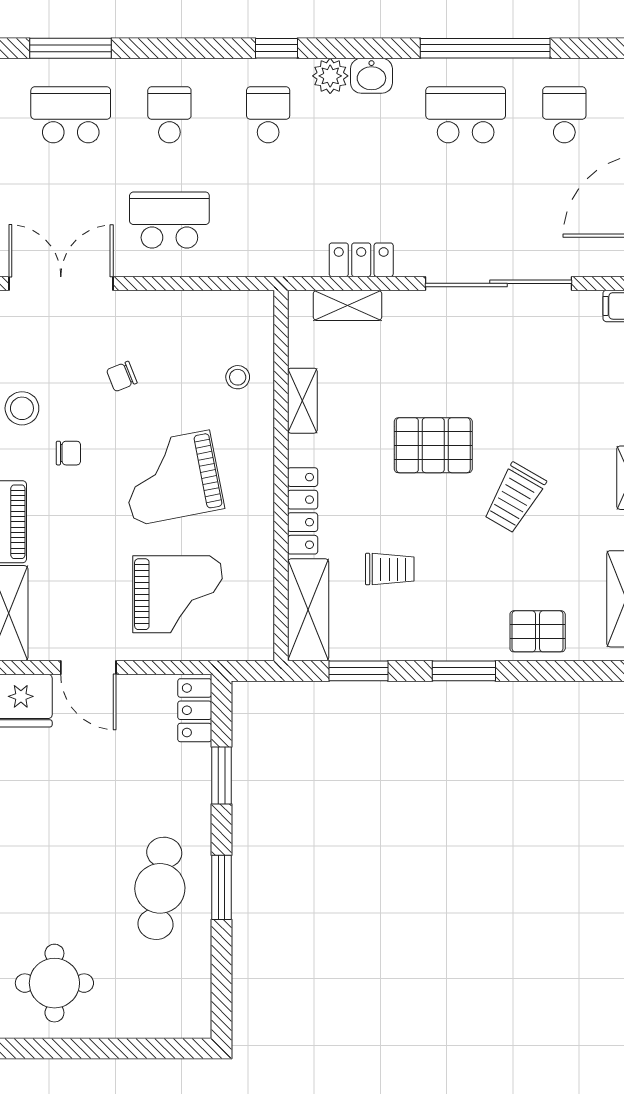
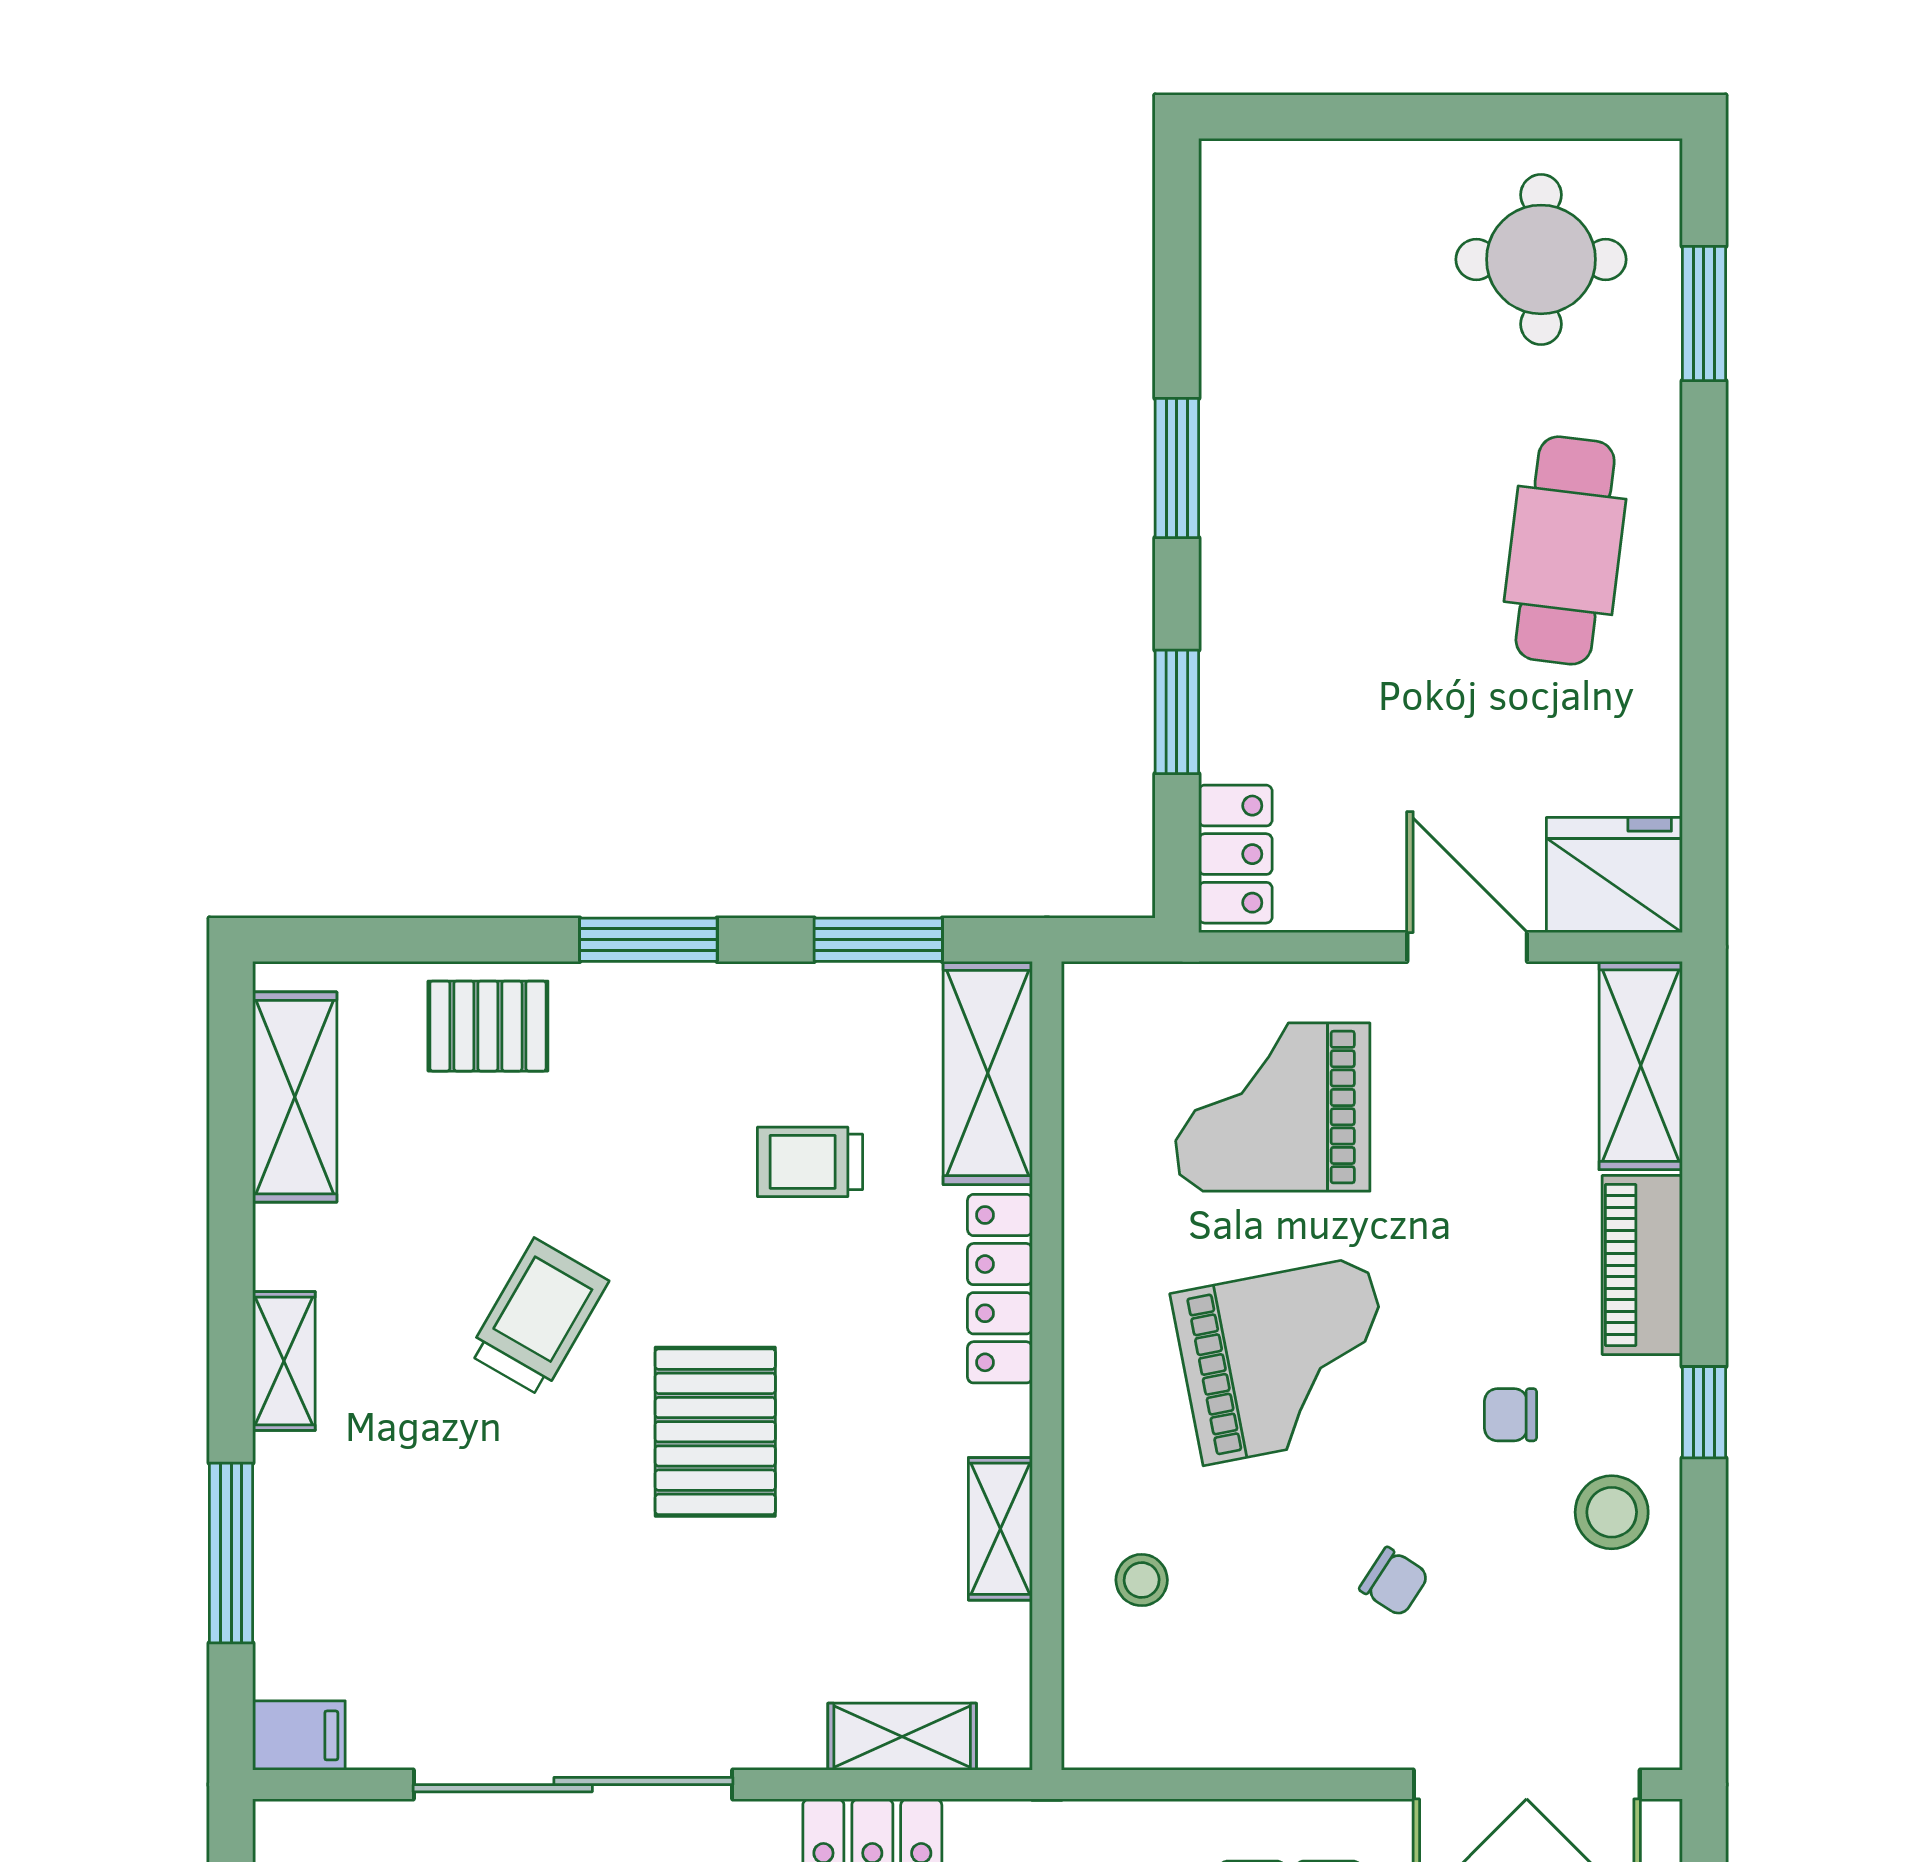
chair: (122, 376) -> (1394, 1582), turned 55
pallet: (433, 445) -> (715, 1432), turned 90
cafe table: (160, 888) -> (1565, 550), moved

